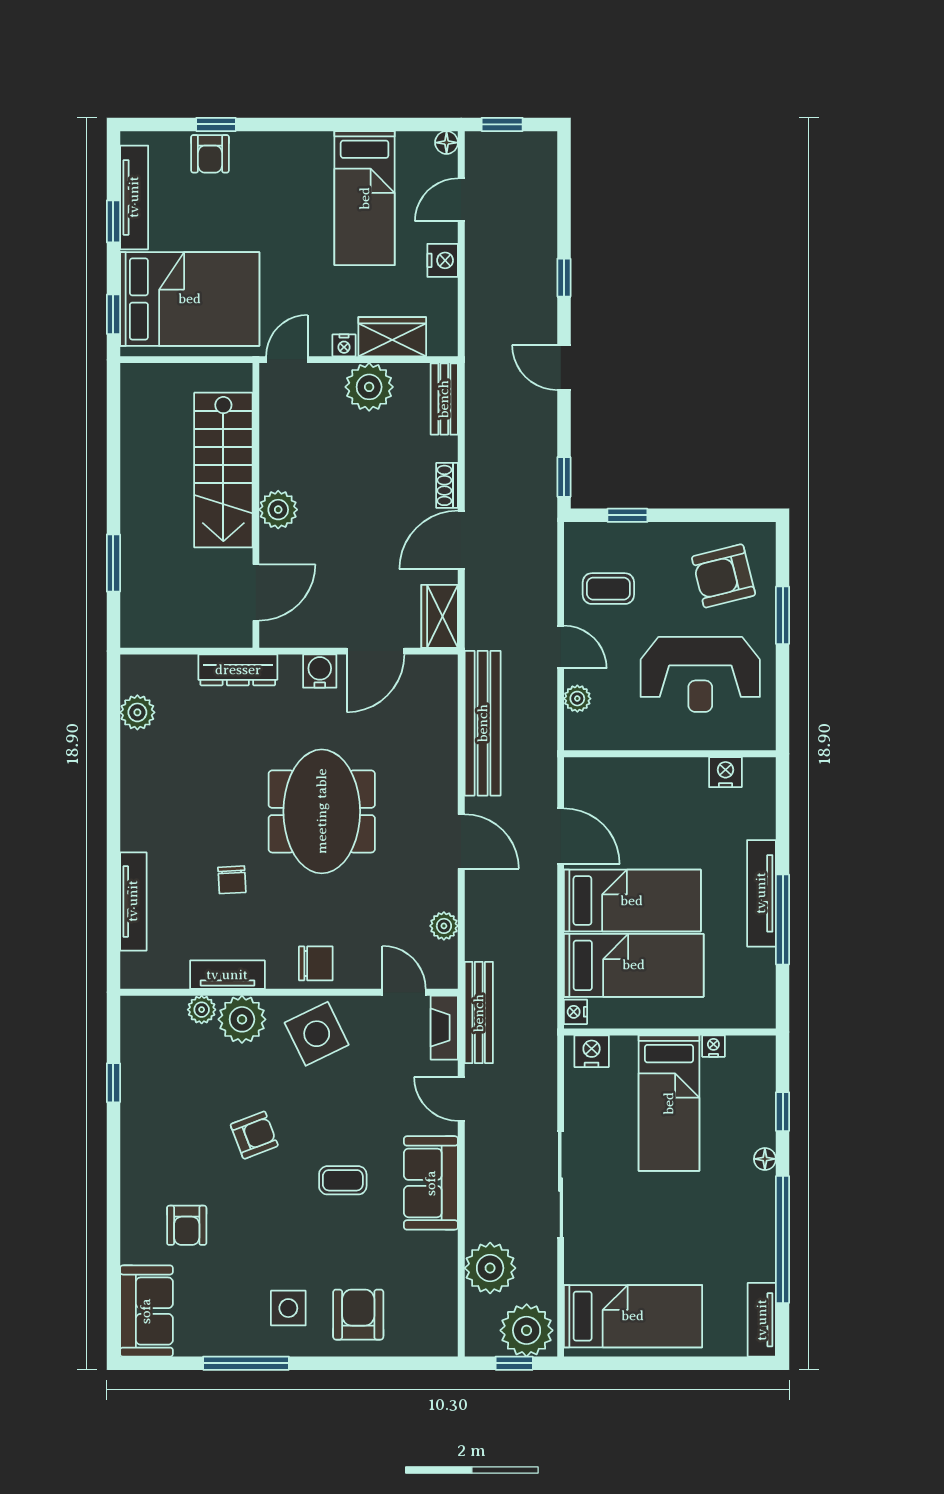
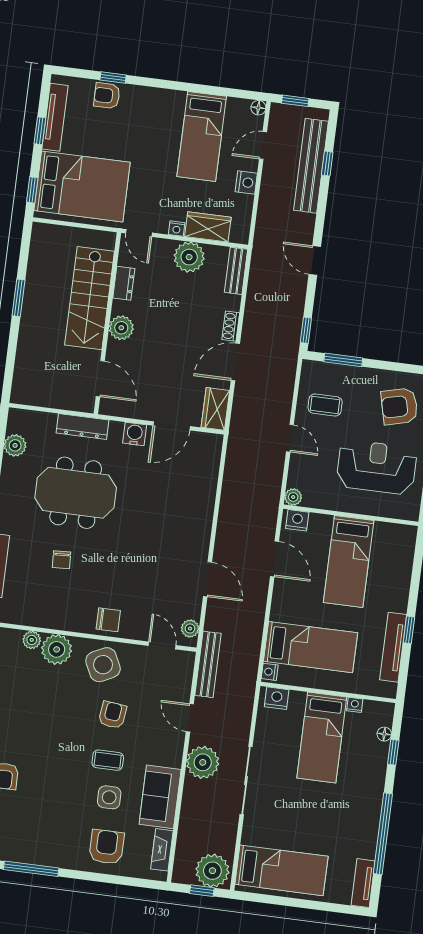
armchair: (210, 154) -> (107, 96), turned 90
window: (564, 278) -> (327, 164), moved
door: (287, 360) -> (139, 233), swing flipped
dresser: (273, 440) -> (124, 283), added
window: (627, 515) -> (343, 360), width x1.50
window: (113, 563) -> (18, 298), moved
door: (256, 593) -> (100, 379), hinge flipped
reception desk: (700, 674) -> (377, 467), turned 180
plant: (577, 699) -> (293, 497), moved
bench: (483, 723) -> (311, 166), moved
nightstand: (725, 772) -> (297, 520), moved
meeting table: (322, 811) -> (76, 493), moved, turned 90
door: (461, 841) -> (208, 579), moved
tv unit: (761, 893) -> (393, 647), moved
bed: (632, 901) -> (349, 561), moved, turned 90
window: (783, 919) -> (409, 630), width x0.46
plant: (444, 926) -> (190, 628), moved
tv unit: (227, 975) -> (51, 620), removed
fireplace: (444, 1028) -> (162, 850), moved
armchair: (254, 1135) -> (112, 715), moved, turned -62
floor lamp: (765, 1159) -> (384, 734), moved
sofa: (431, 1183) -> (160, 797), moved
plant: (490, 1268) -> (203, 762), moved
side table: (288, 1308) -> (109, 797), moved

